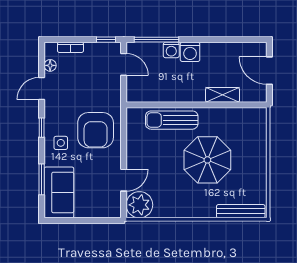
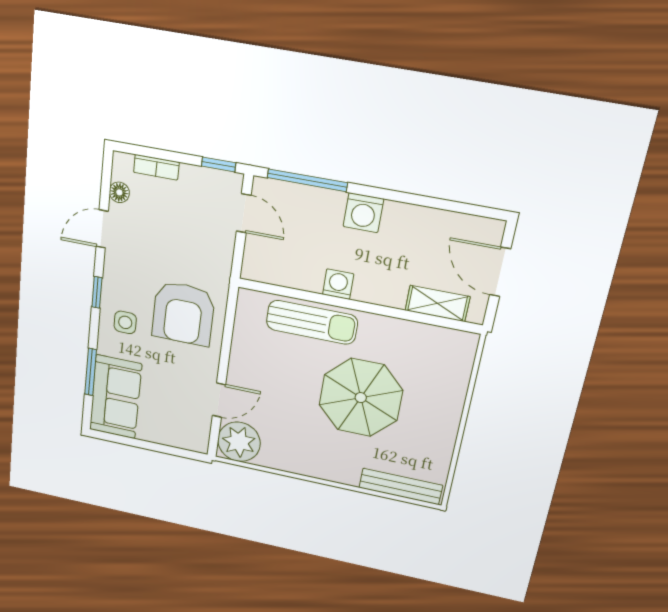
washing machine: (171, 50) -> (338, 284), moved, turned 180
shelving: (223, 95) -> (437, 304), moved
sun lounger: (172, 120) -> (312, 322), turned 180

